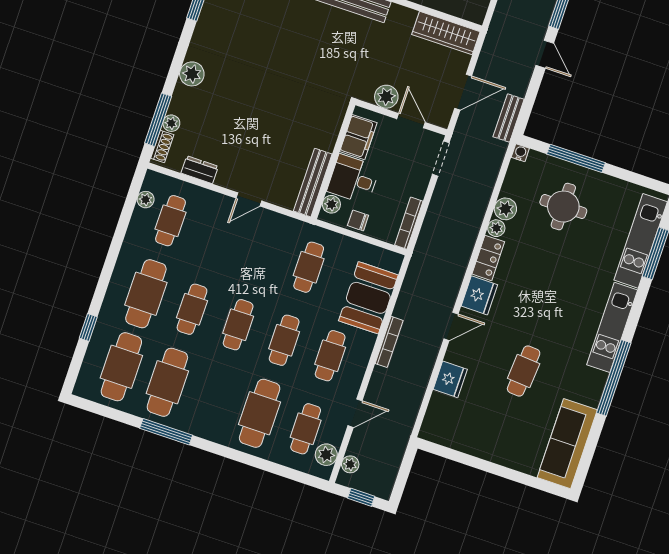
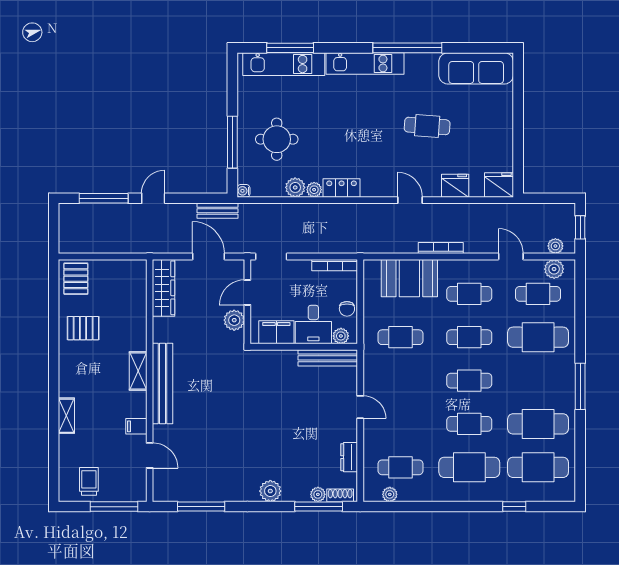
fridge: (479, 295) -> (499, 185), moved
window: (166, 432) -> (580, 386), moved

